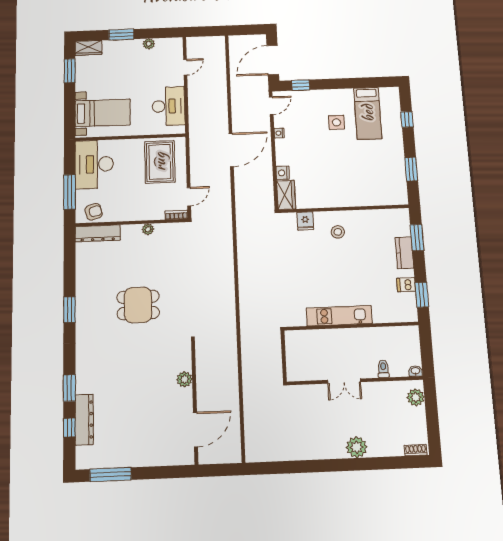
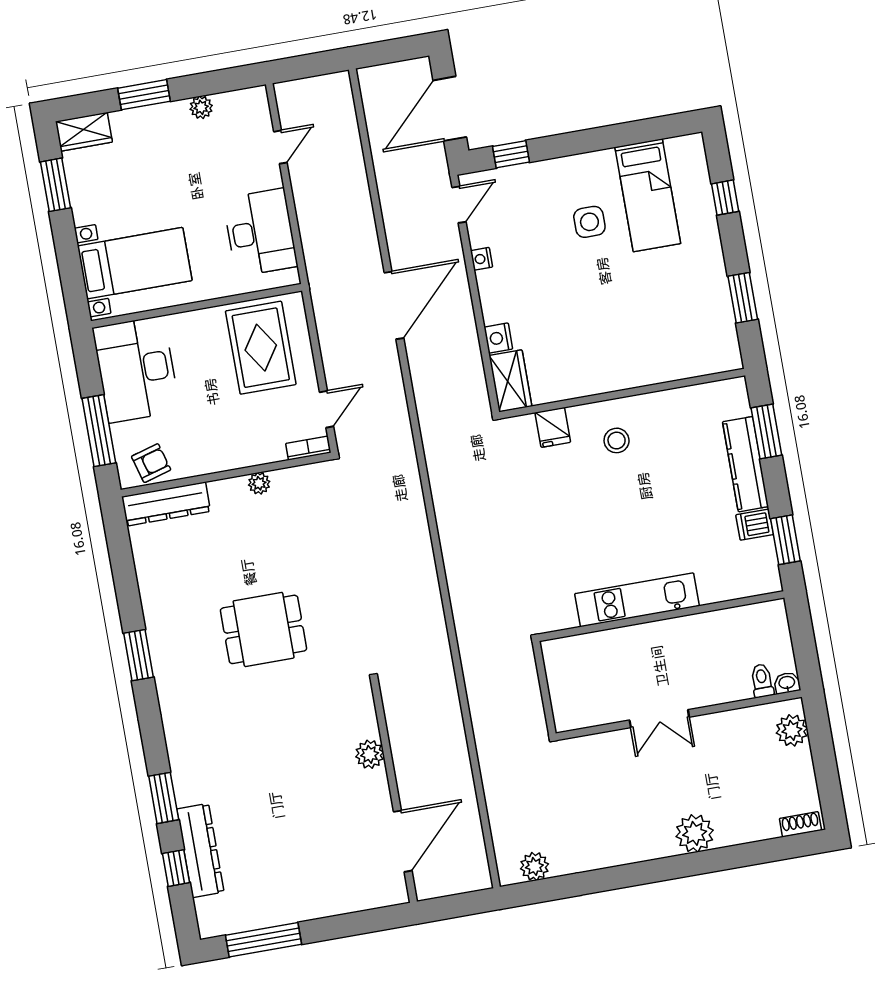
kitchen counter: (404, 253) -> (746, 464), width x1.50
toilet: (383, 369) -> (762, 681), moved
plant: (266, 454) -> (534, 866), added

